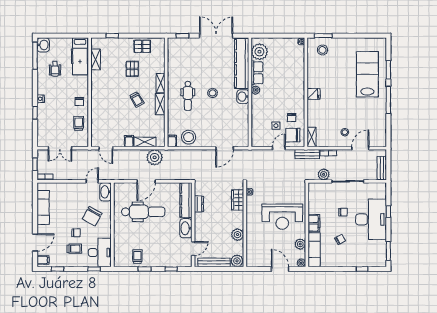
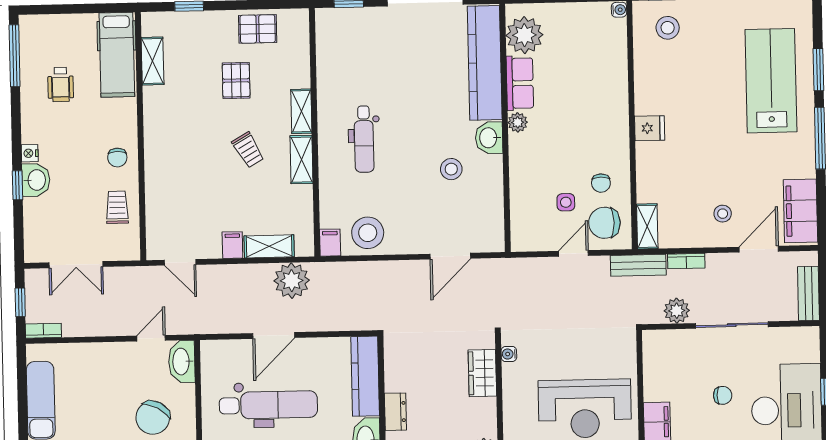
washbasin: (43, 45) -> (36, 180), moved
stool: (213, 93) -> (451, 169), moved
filing cabinet: (379, 132) -> (800, 211), added
dresser: (199, 204) -> (395, 412), moved

